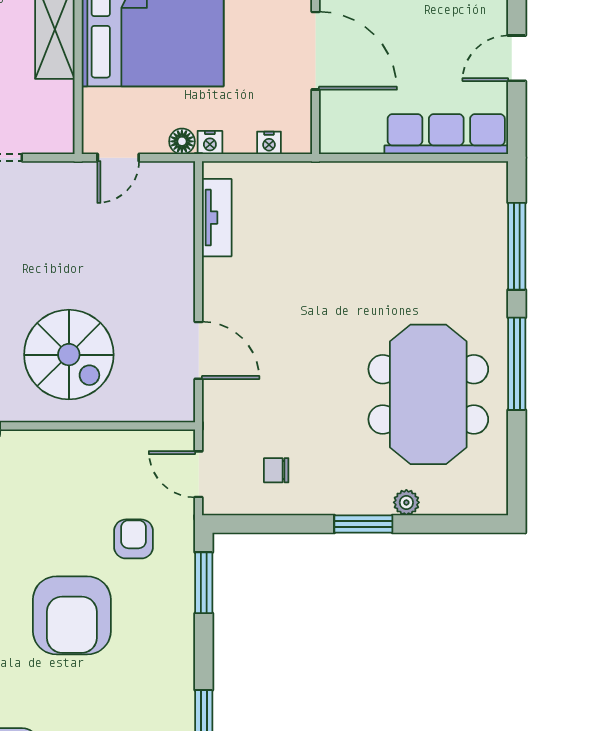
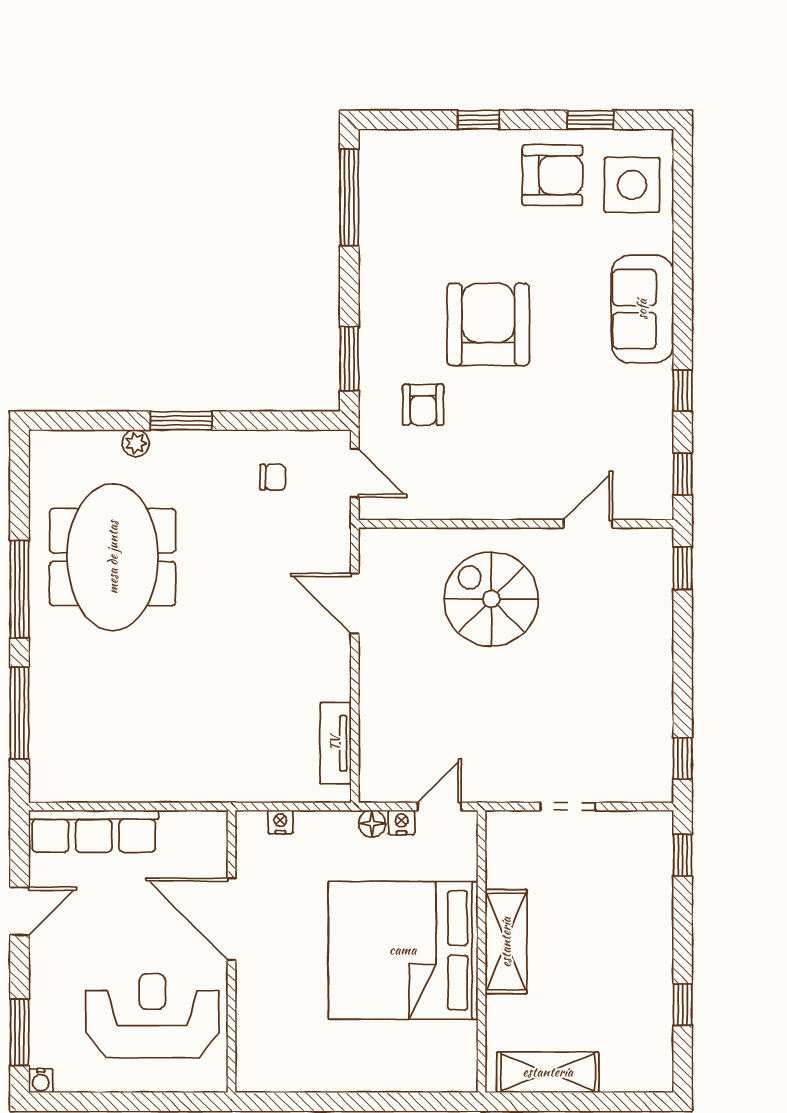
nightstand: (210, 143) -> (402, 822), moved

